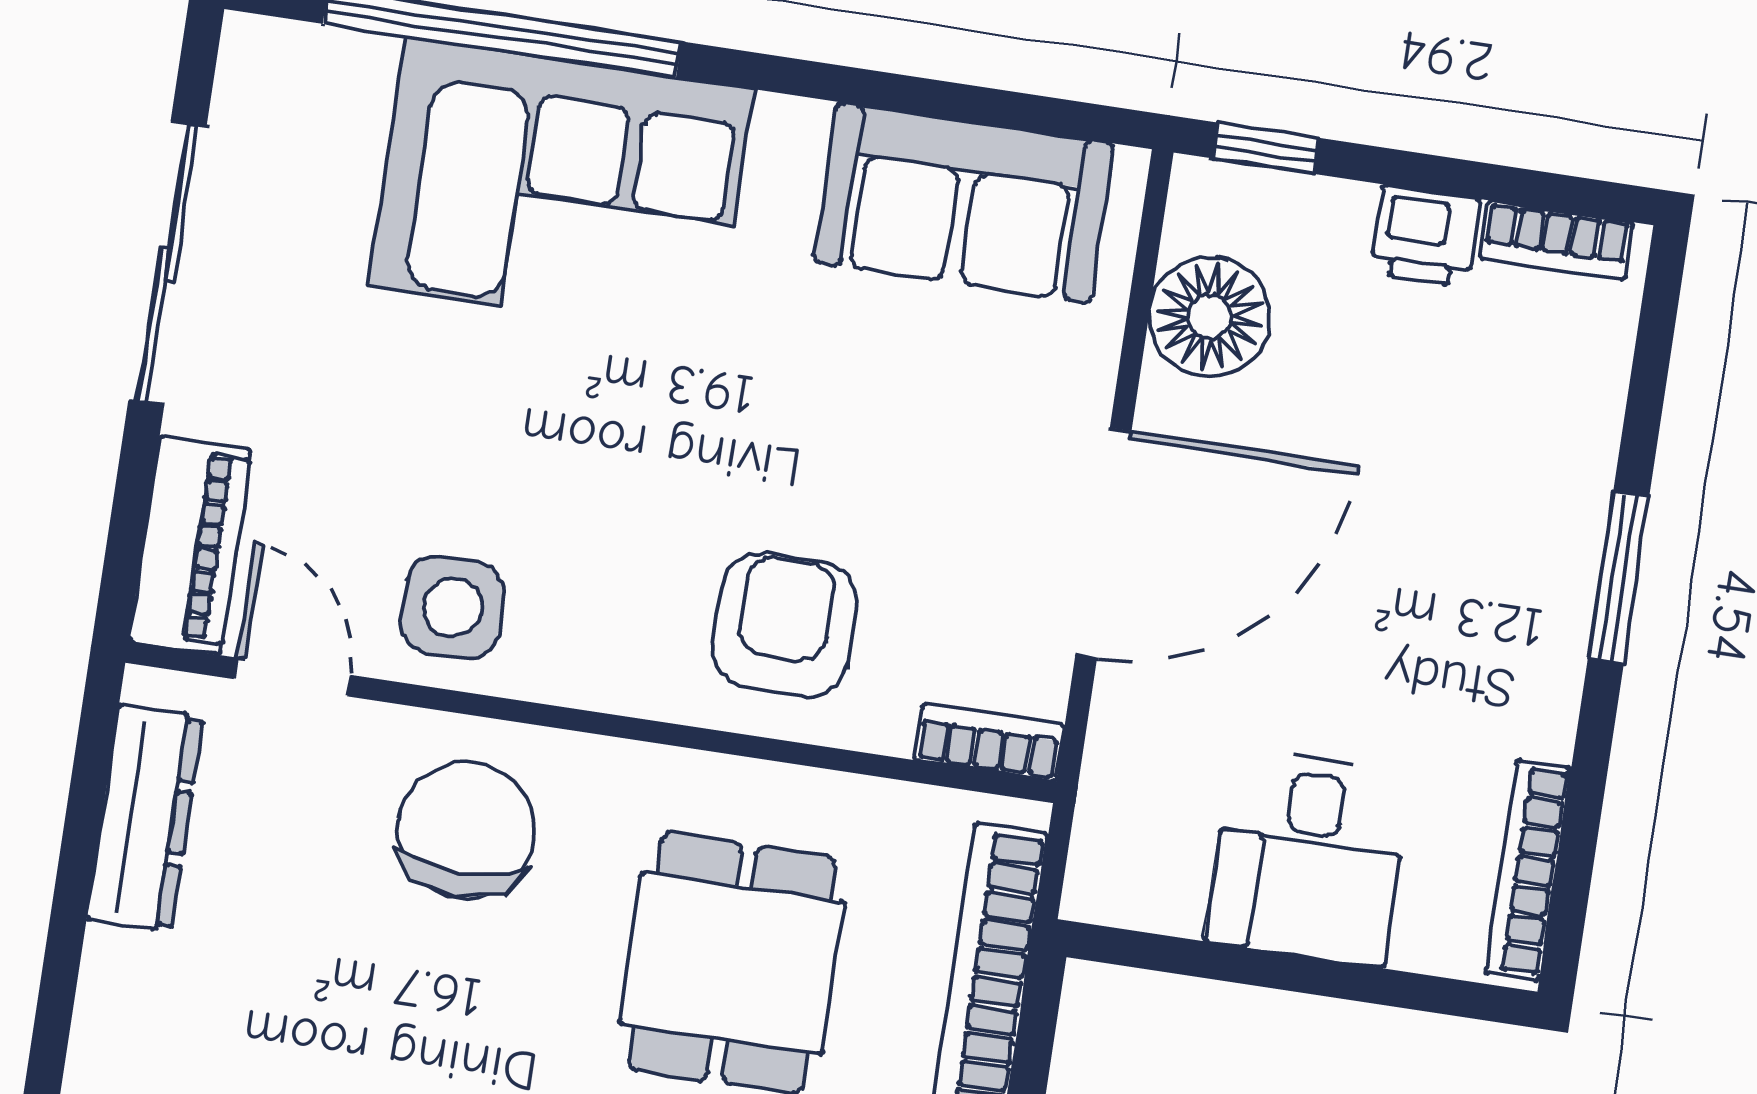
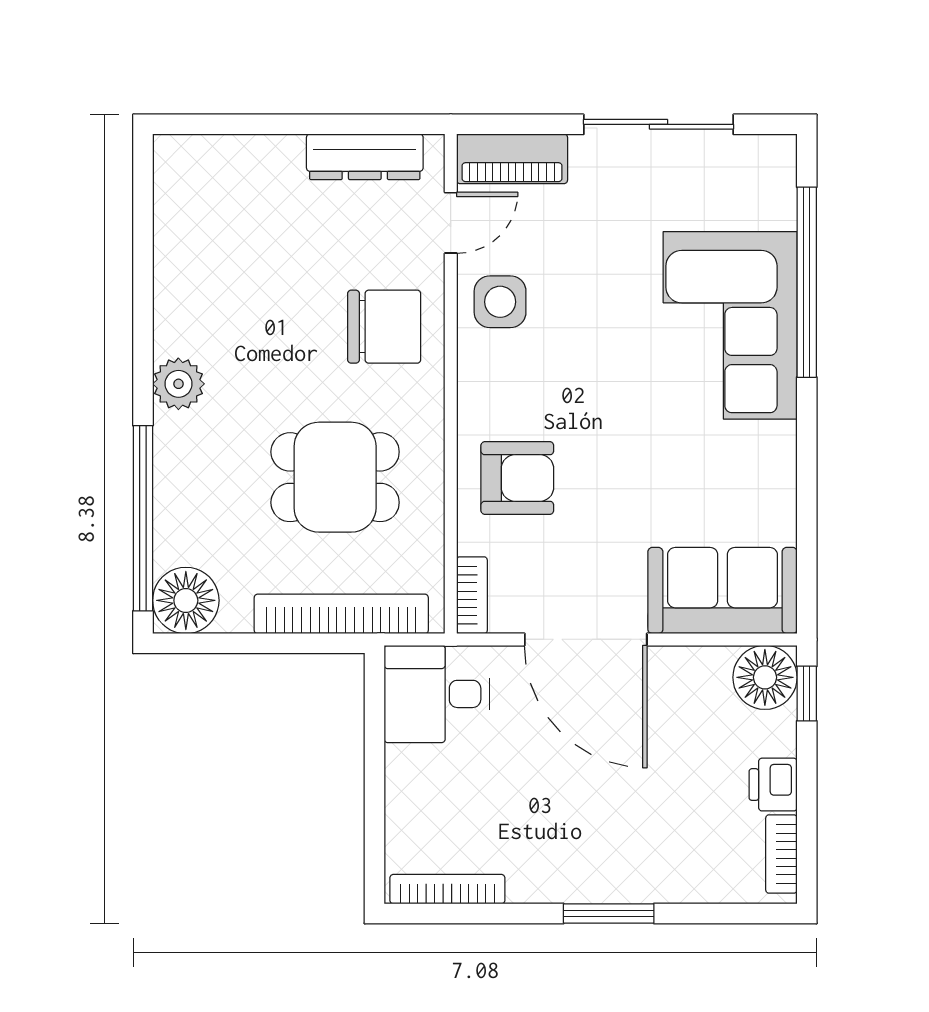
sofa: (963, 203) -> (723, 591), moved, turned 90
floor lamp: (1210, 316) -> (765, 677), moved
desk: (1308, 857) -> (437, 694), moved

